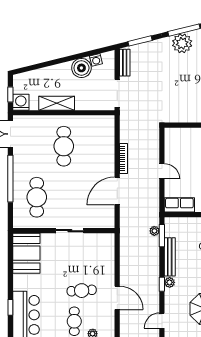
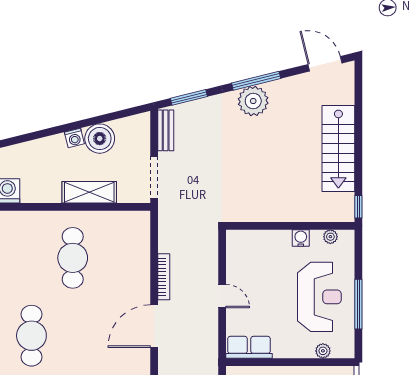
washing machine: (96, 60) -> (74, 138), moved
shelving: (57, 103) -> (89, 192), moved

